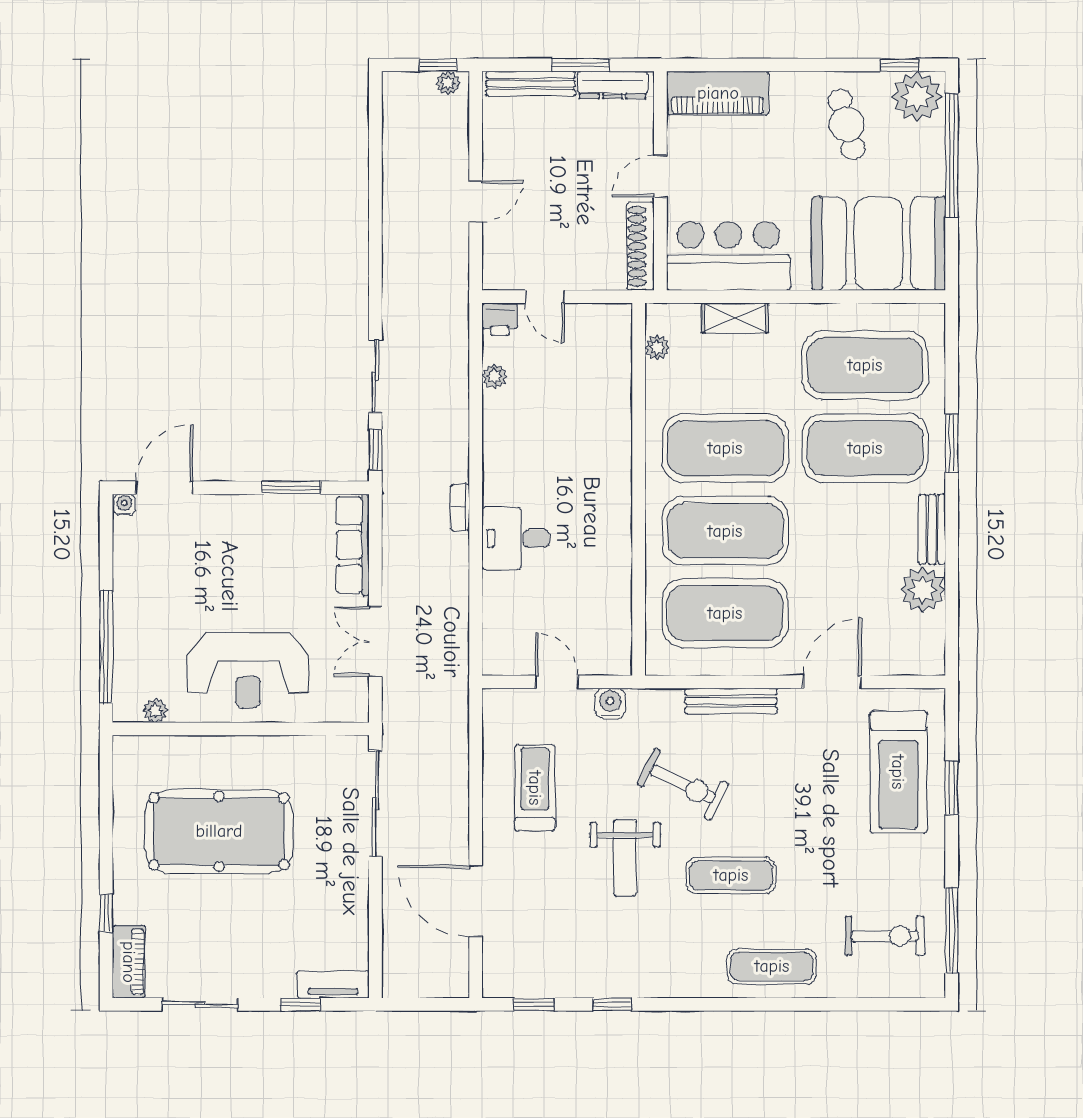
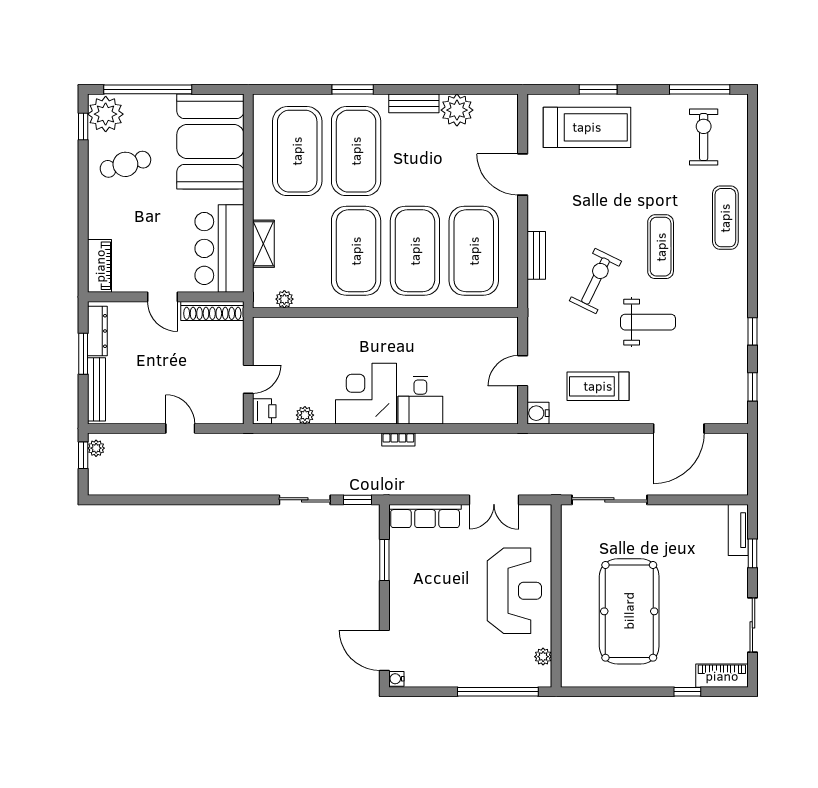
piano: (718, 93) -> (100, 266), width x0.73, depth x0.75
corner desk: (525, 462) -> (366, 394), added
bench: (731, 701) -> (536, 255), width x0.73
water cooler: (610, 703) -> (538, 413), moved

